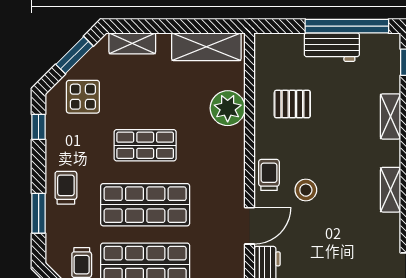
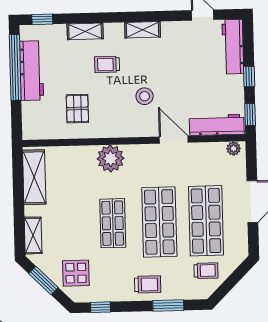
workbench: (332, 47) -> (32, 71), width x1.38
plant: (228, 108) -> (111, 158), moved
trolley: (269, 175) -> (107, 64), moved
trolley: (66, 188) -> (148, 284), turned 180

